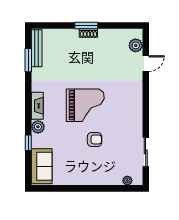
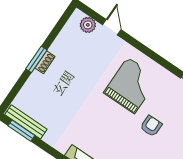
window: (28, 60) -> (21, 131), moved
grand piano: (85, 105) -> (131, 85), moved

